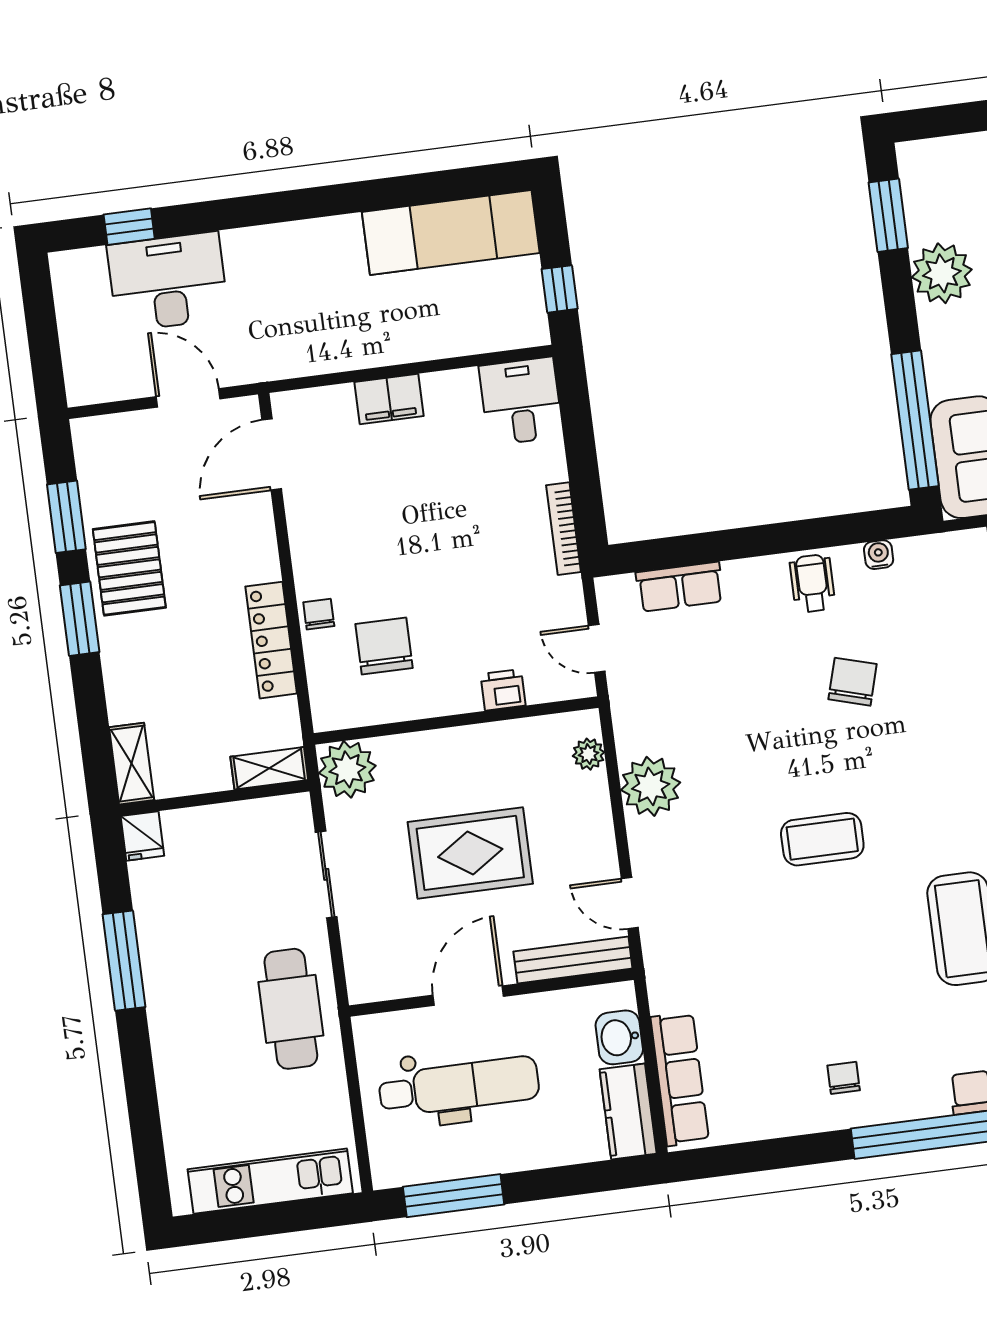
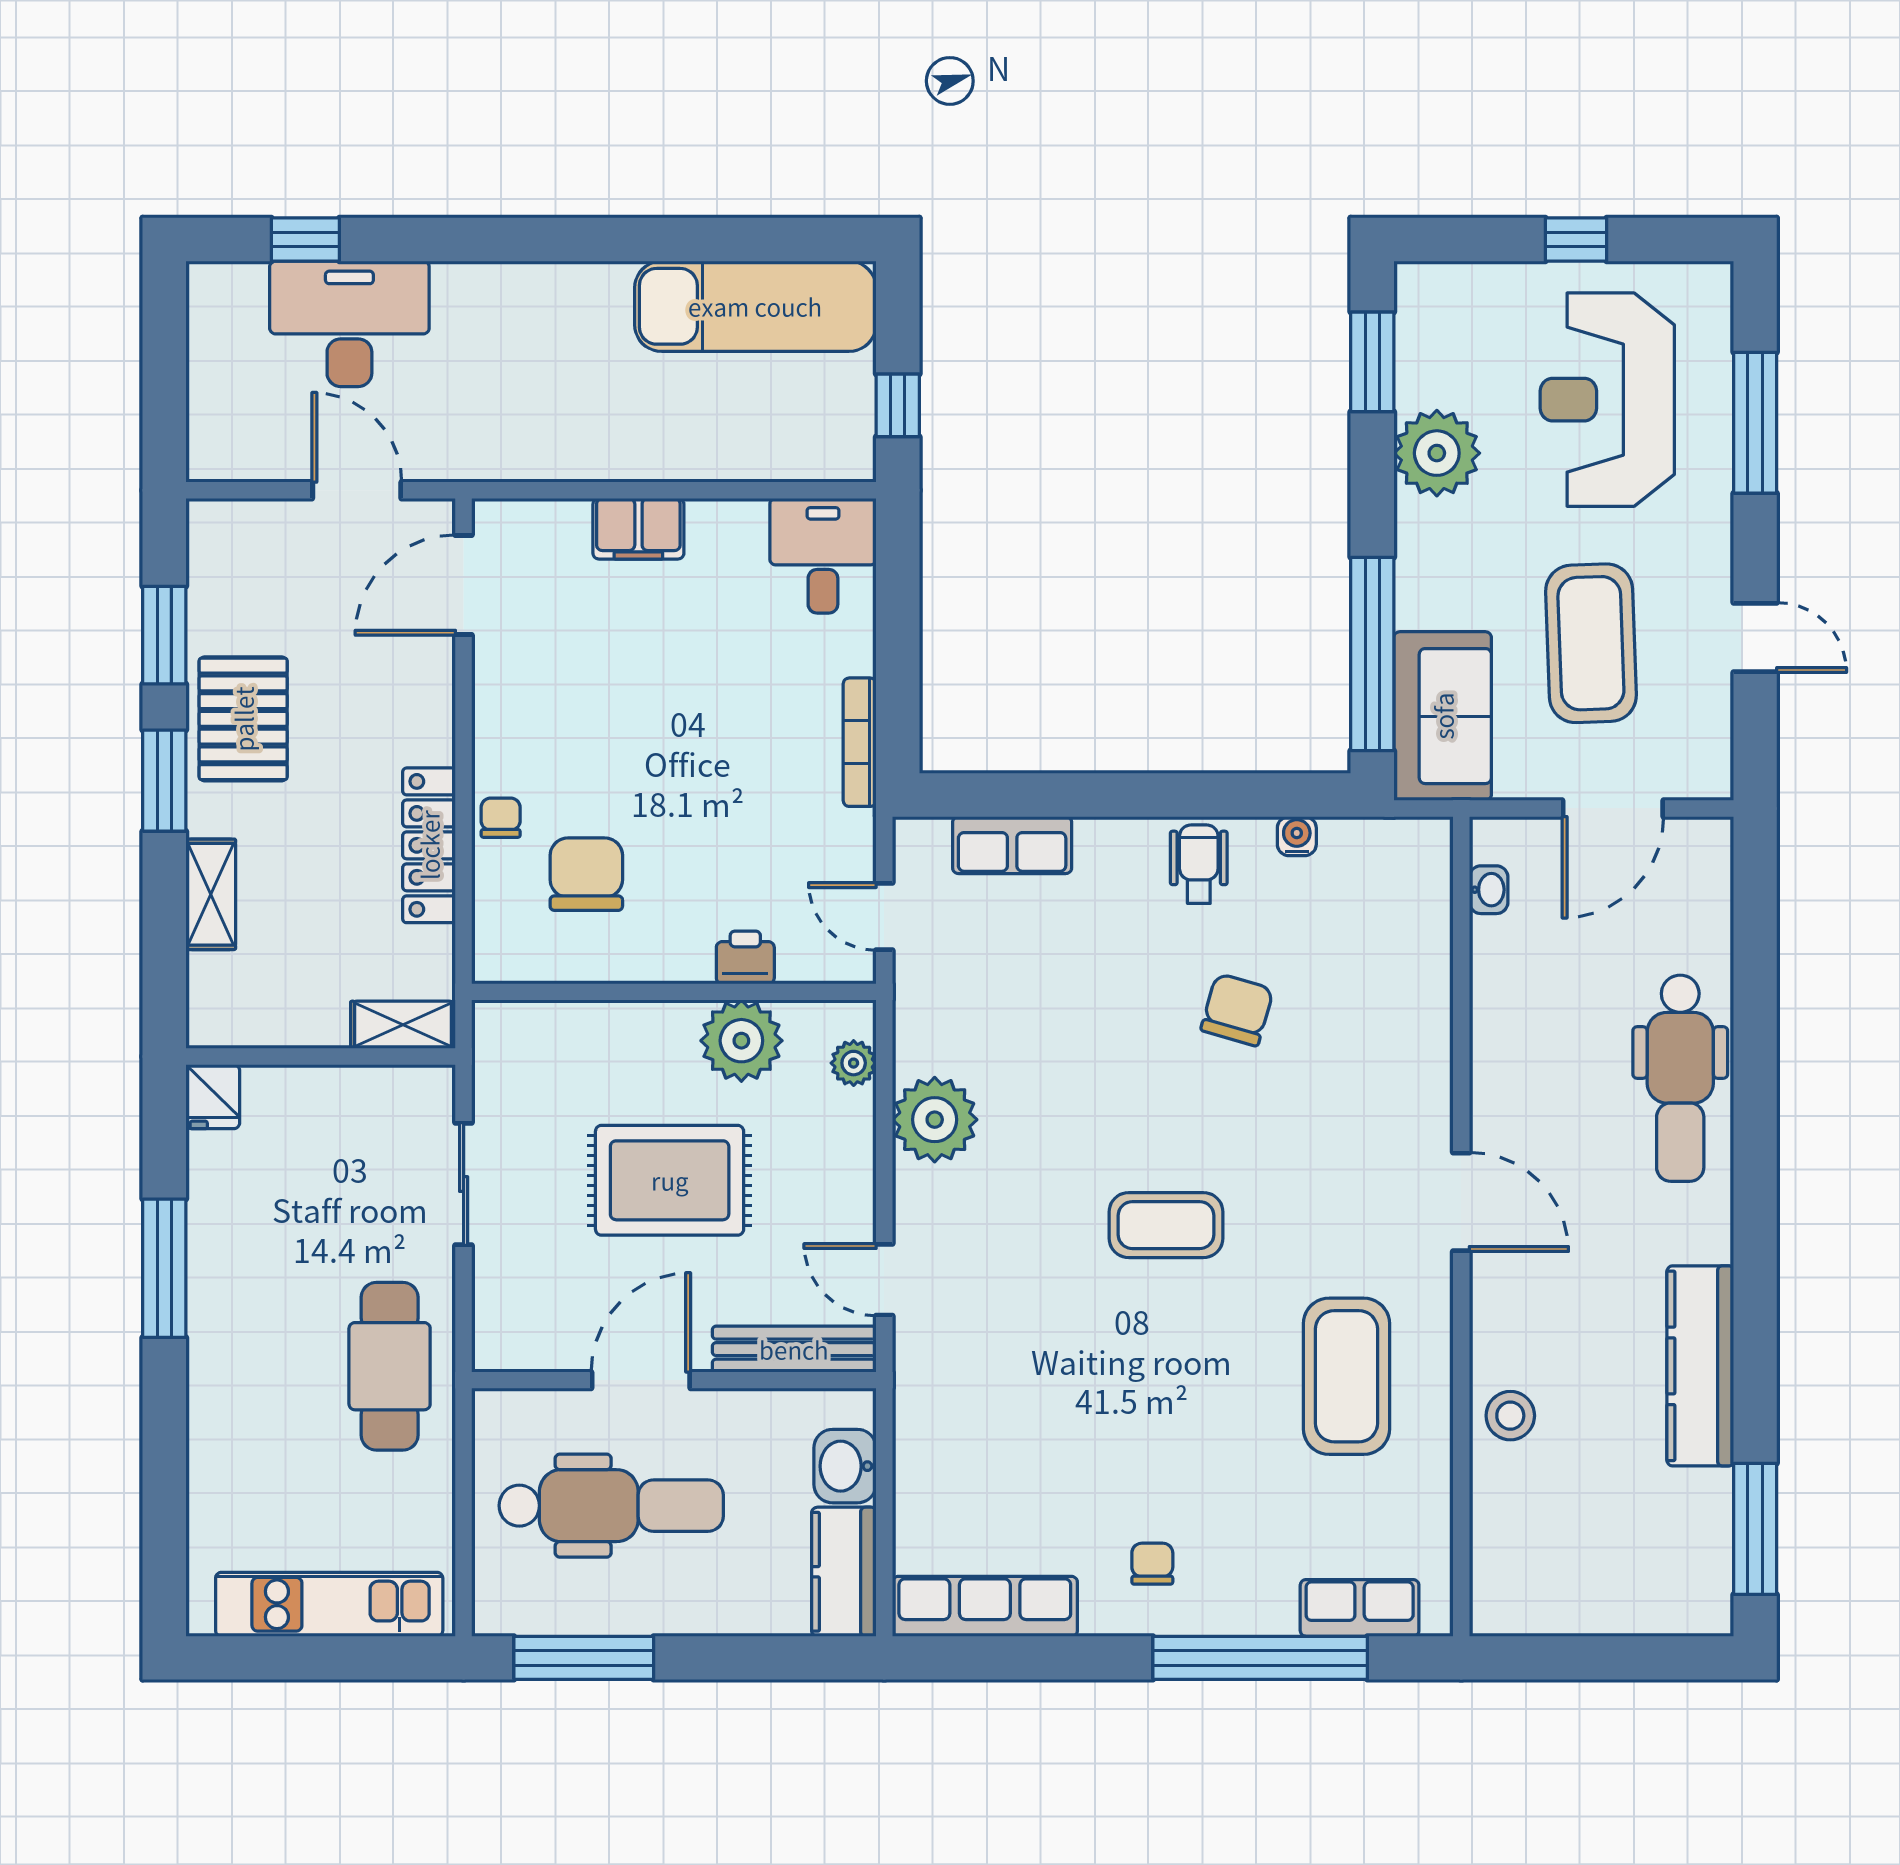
shelving: (132, 764) -> (211, 894), moved
plant: (347, 769) -> (741, 1041), moved
row of seats: (680, 1079) -> (985, 1606), moved, turned -90

